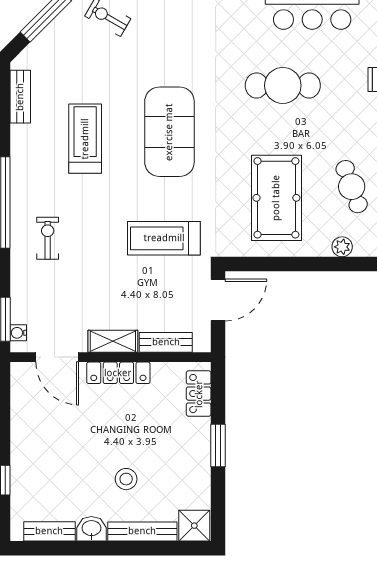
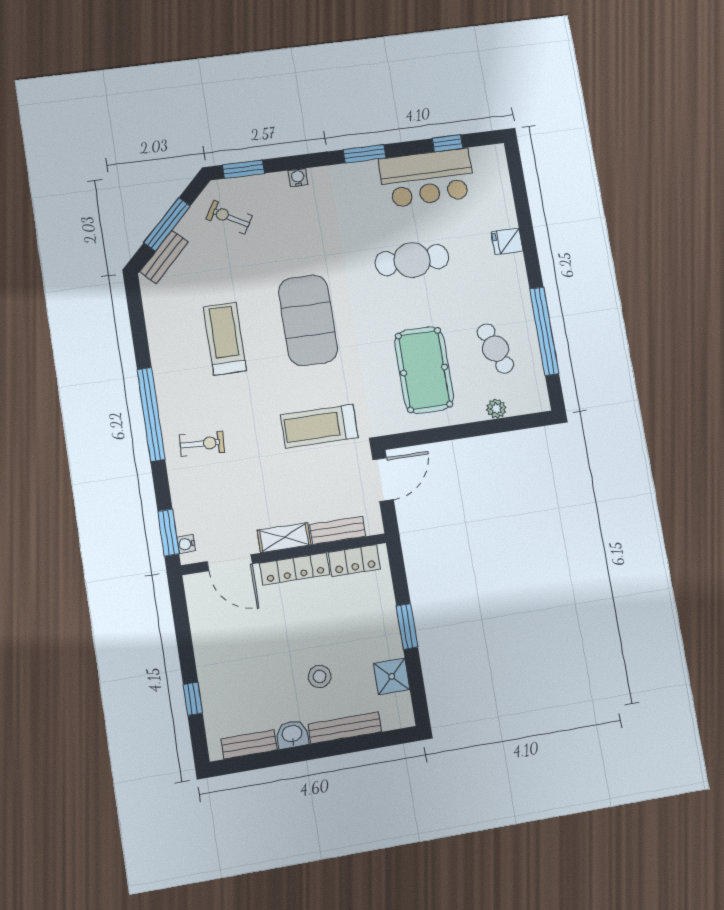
bench: (20, 97) -> (164, 257), moved, turned 45
exercise bike: (48, 238) -> (202, 444), turned 93
locker: (199, 394) -> (354, 561), moved, turned -90
shower: (194, 526) -> (392, 676), moved

